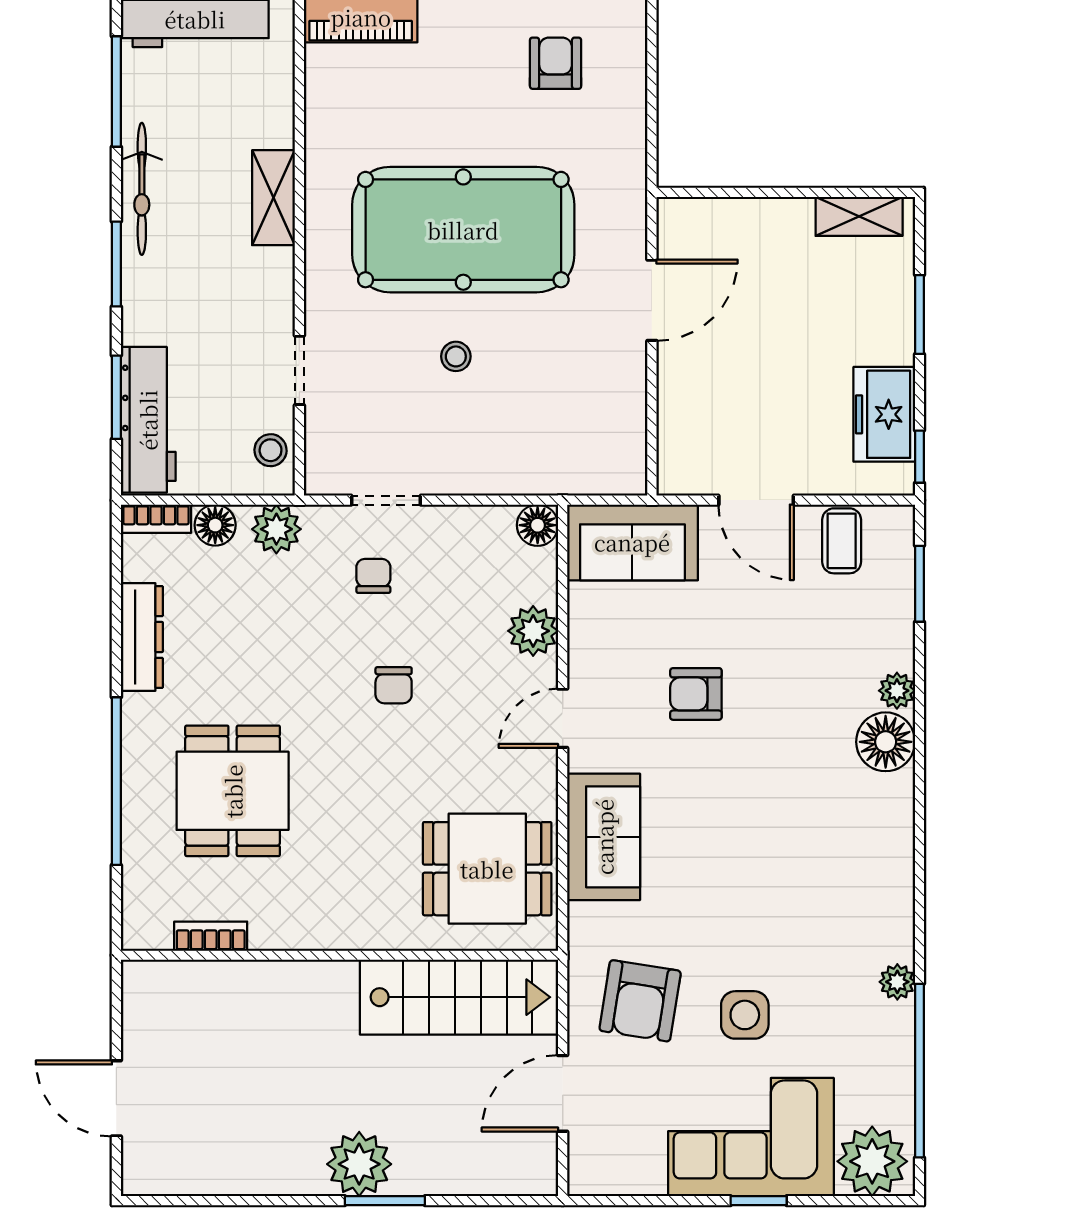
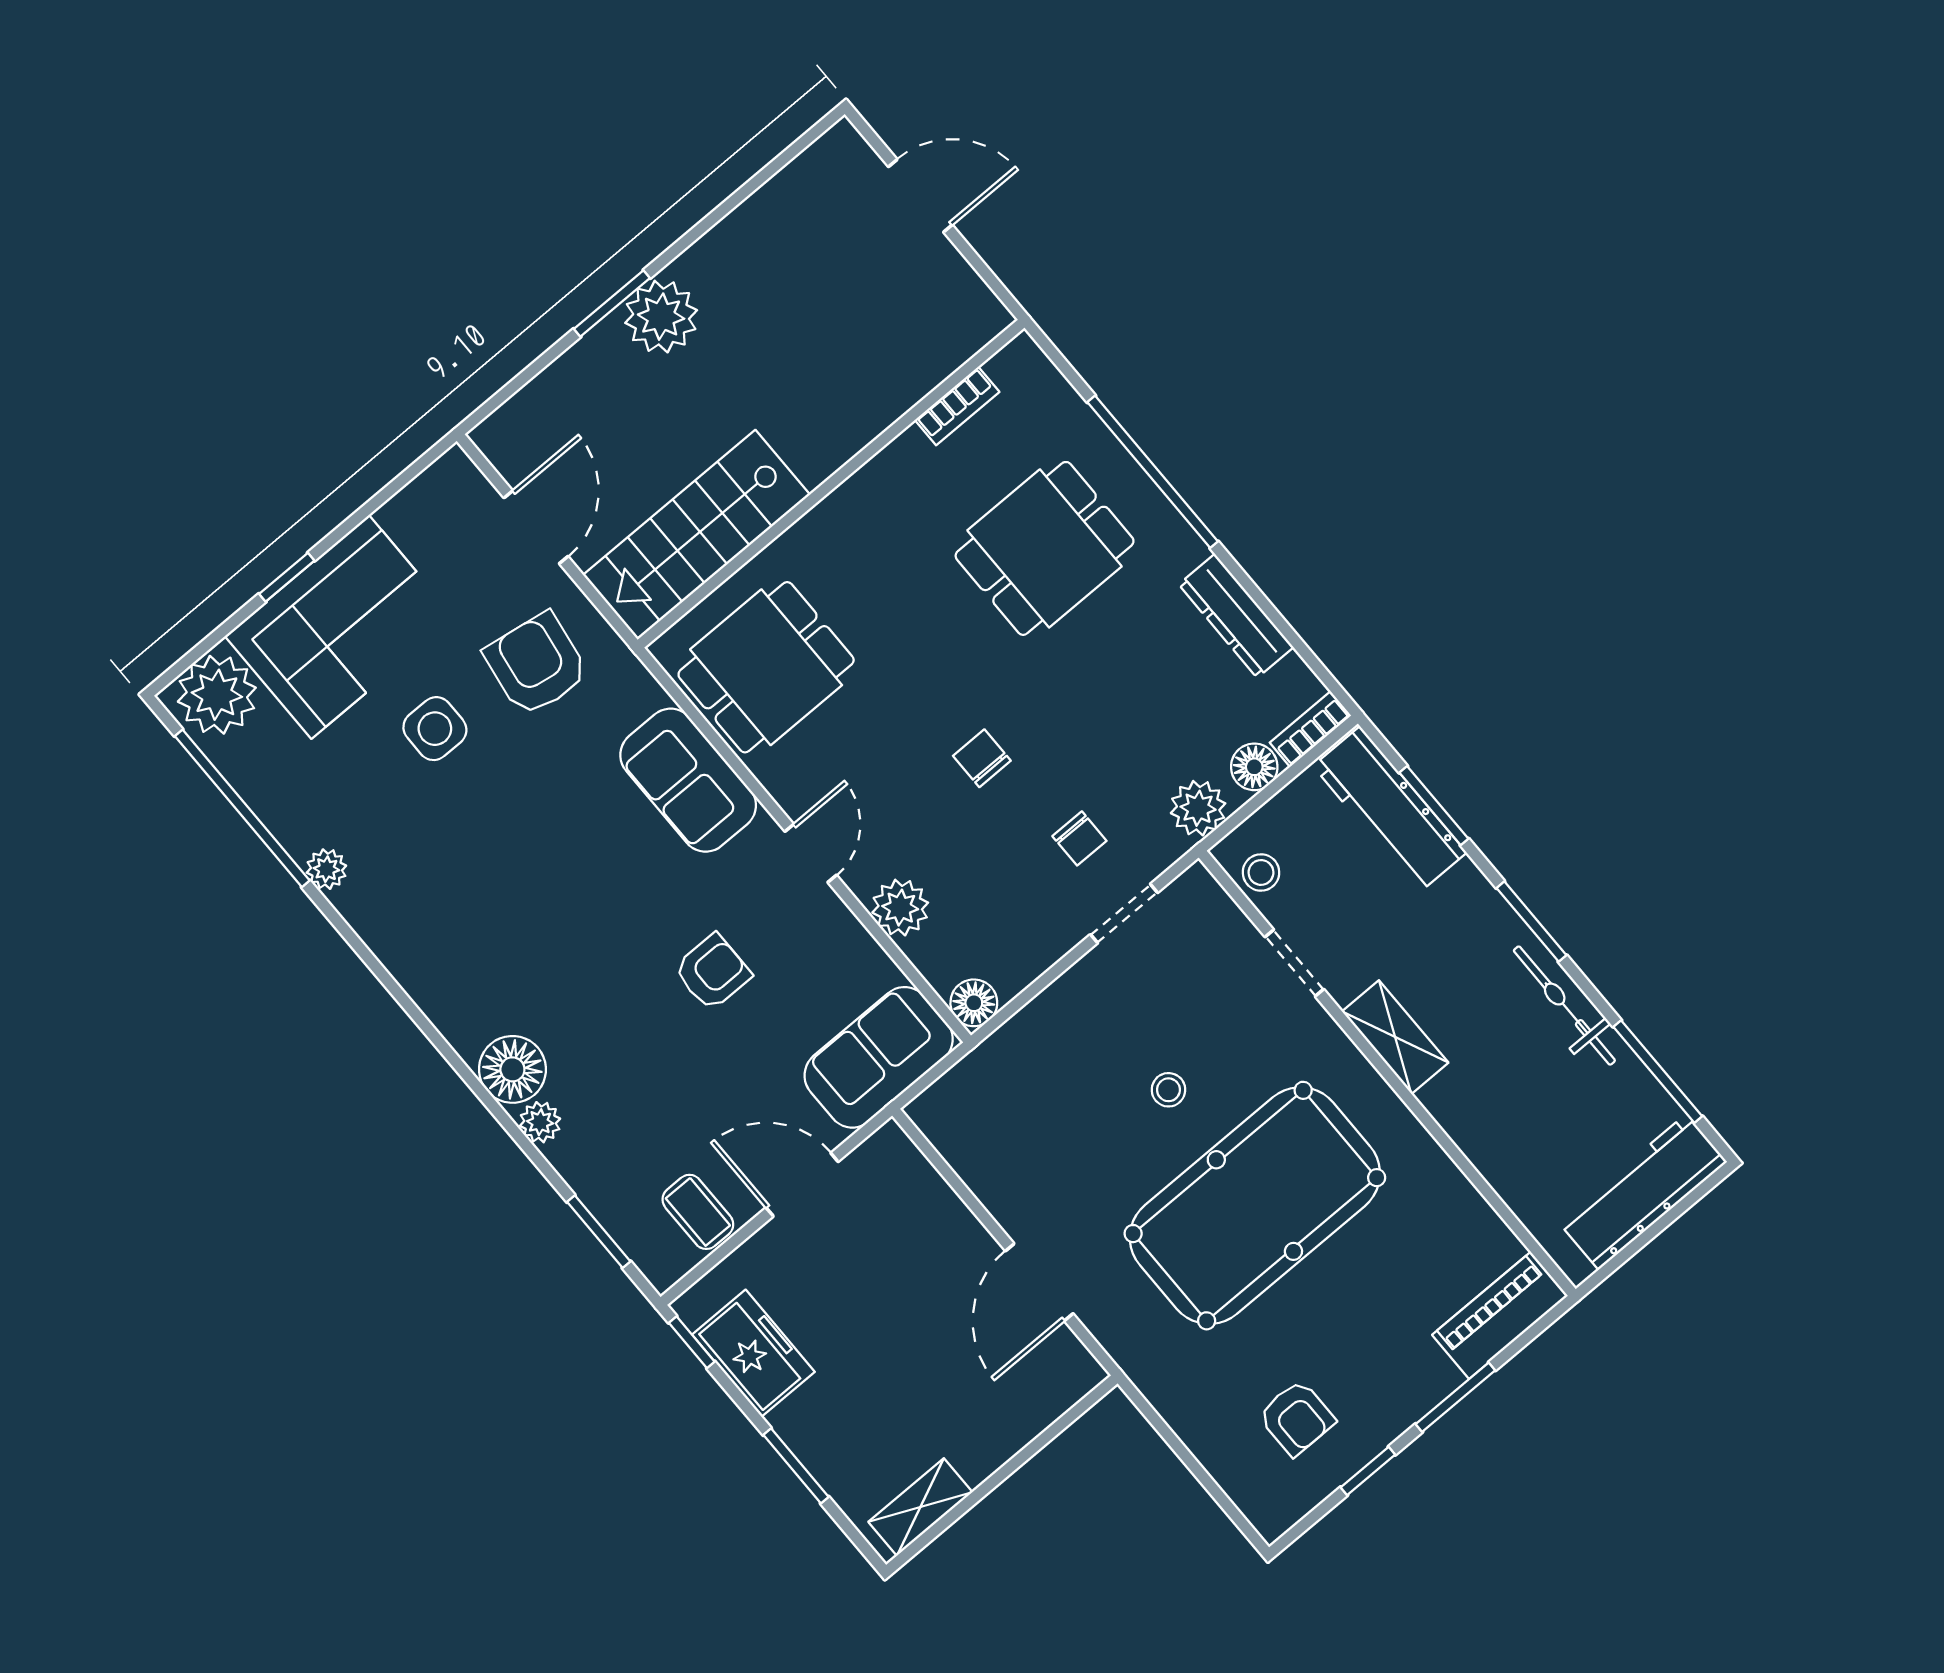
shelving: (273, 198) -> (1395, 1037), moved
dining table: (233, 791) -> (1045, 548), turned 90

